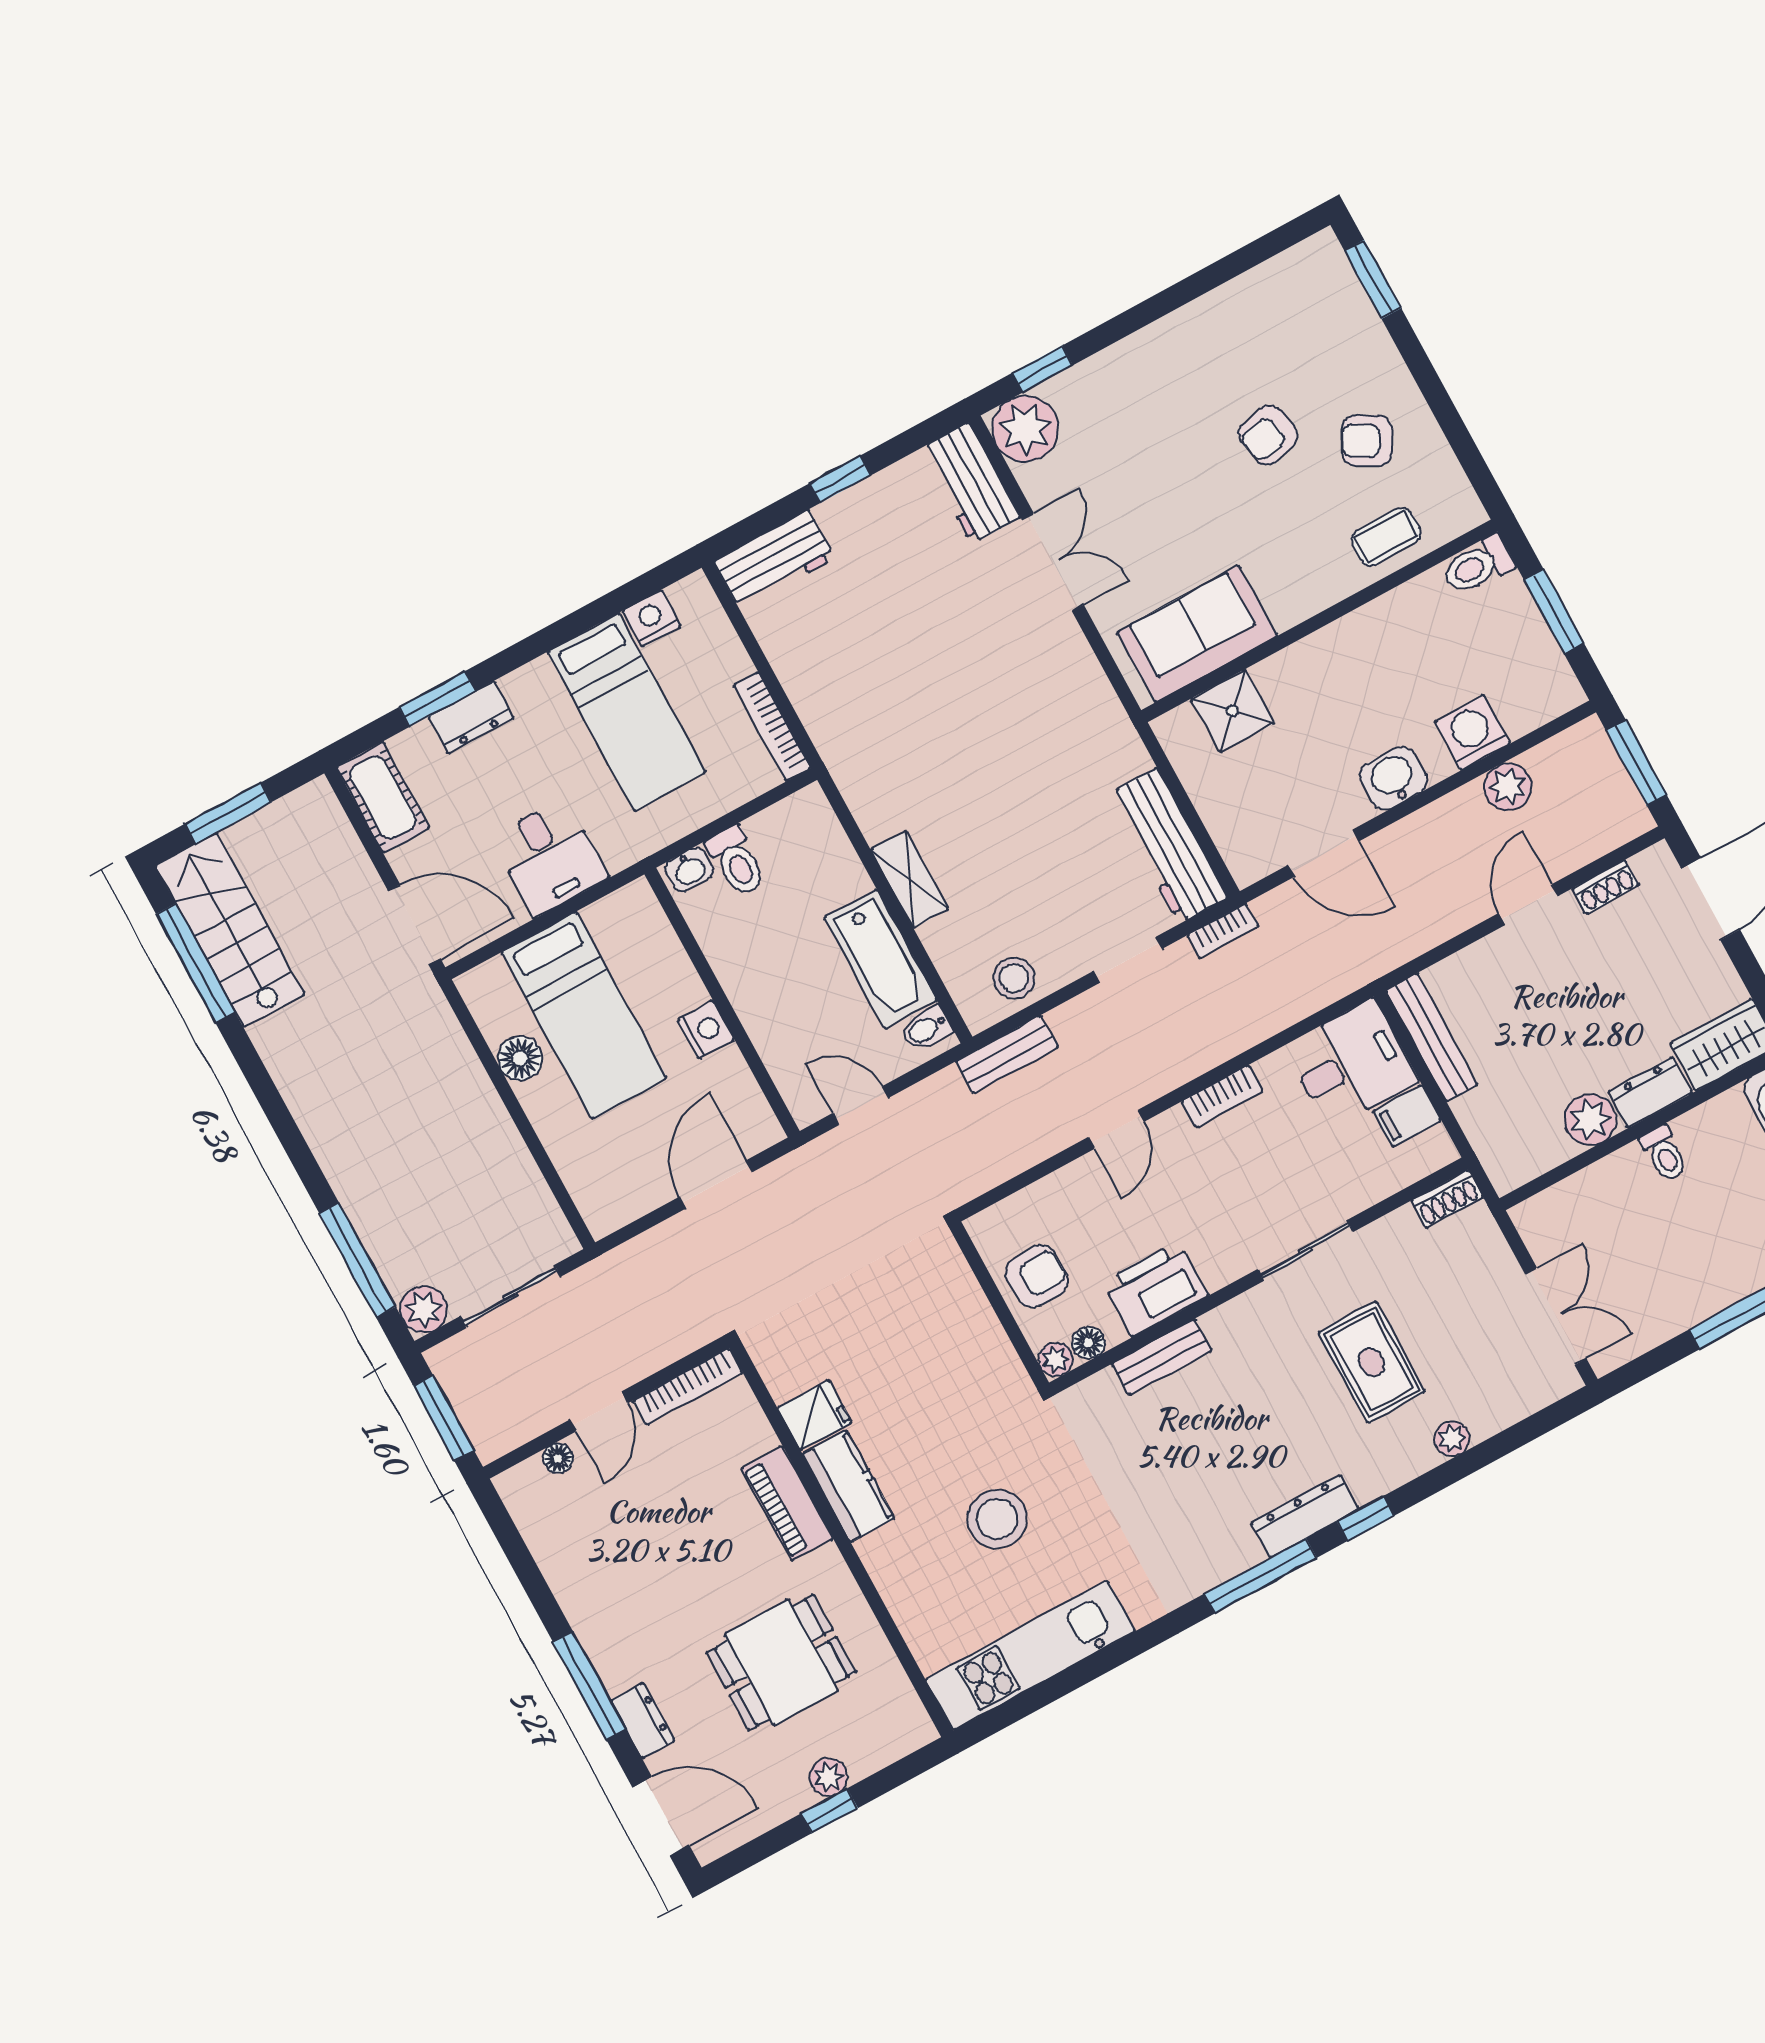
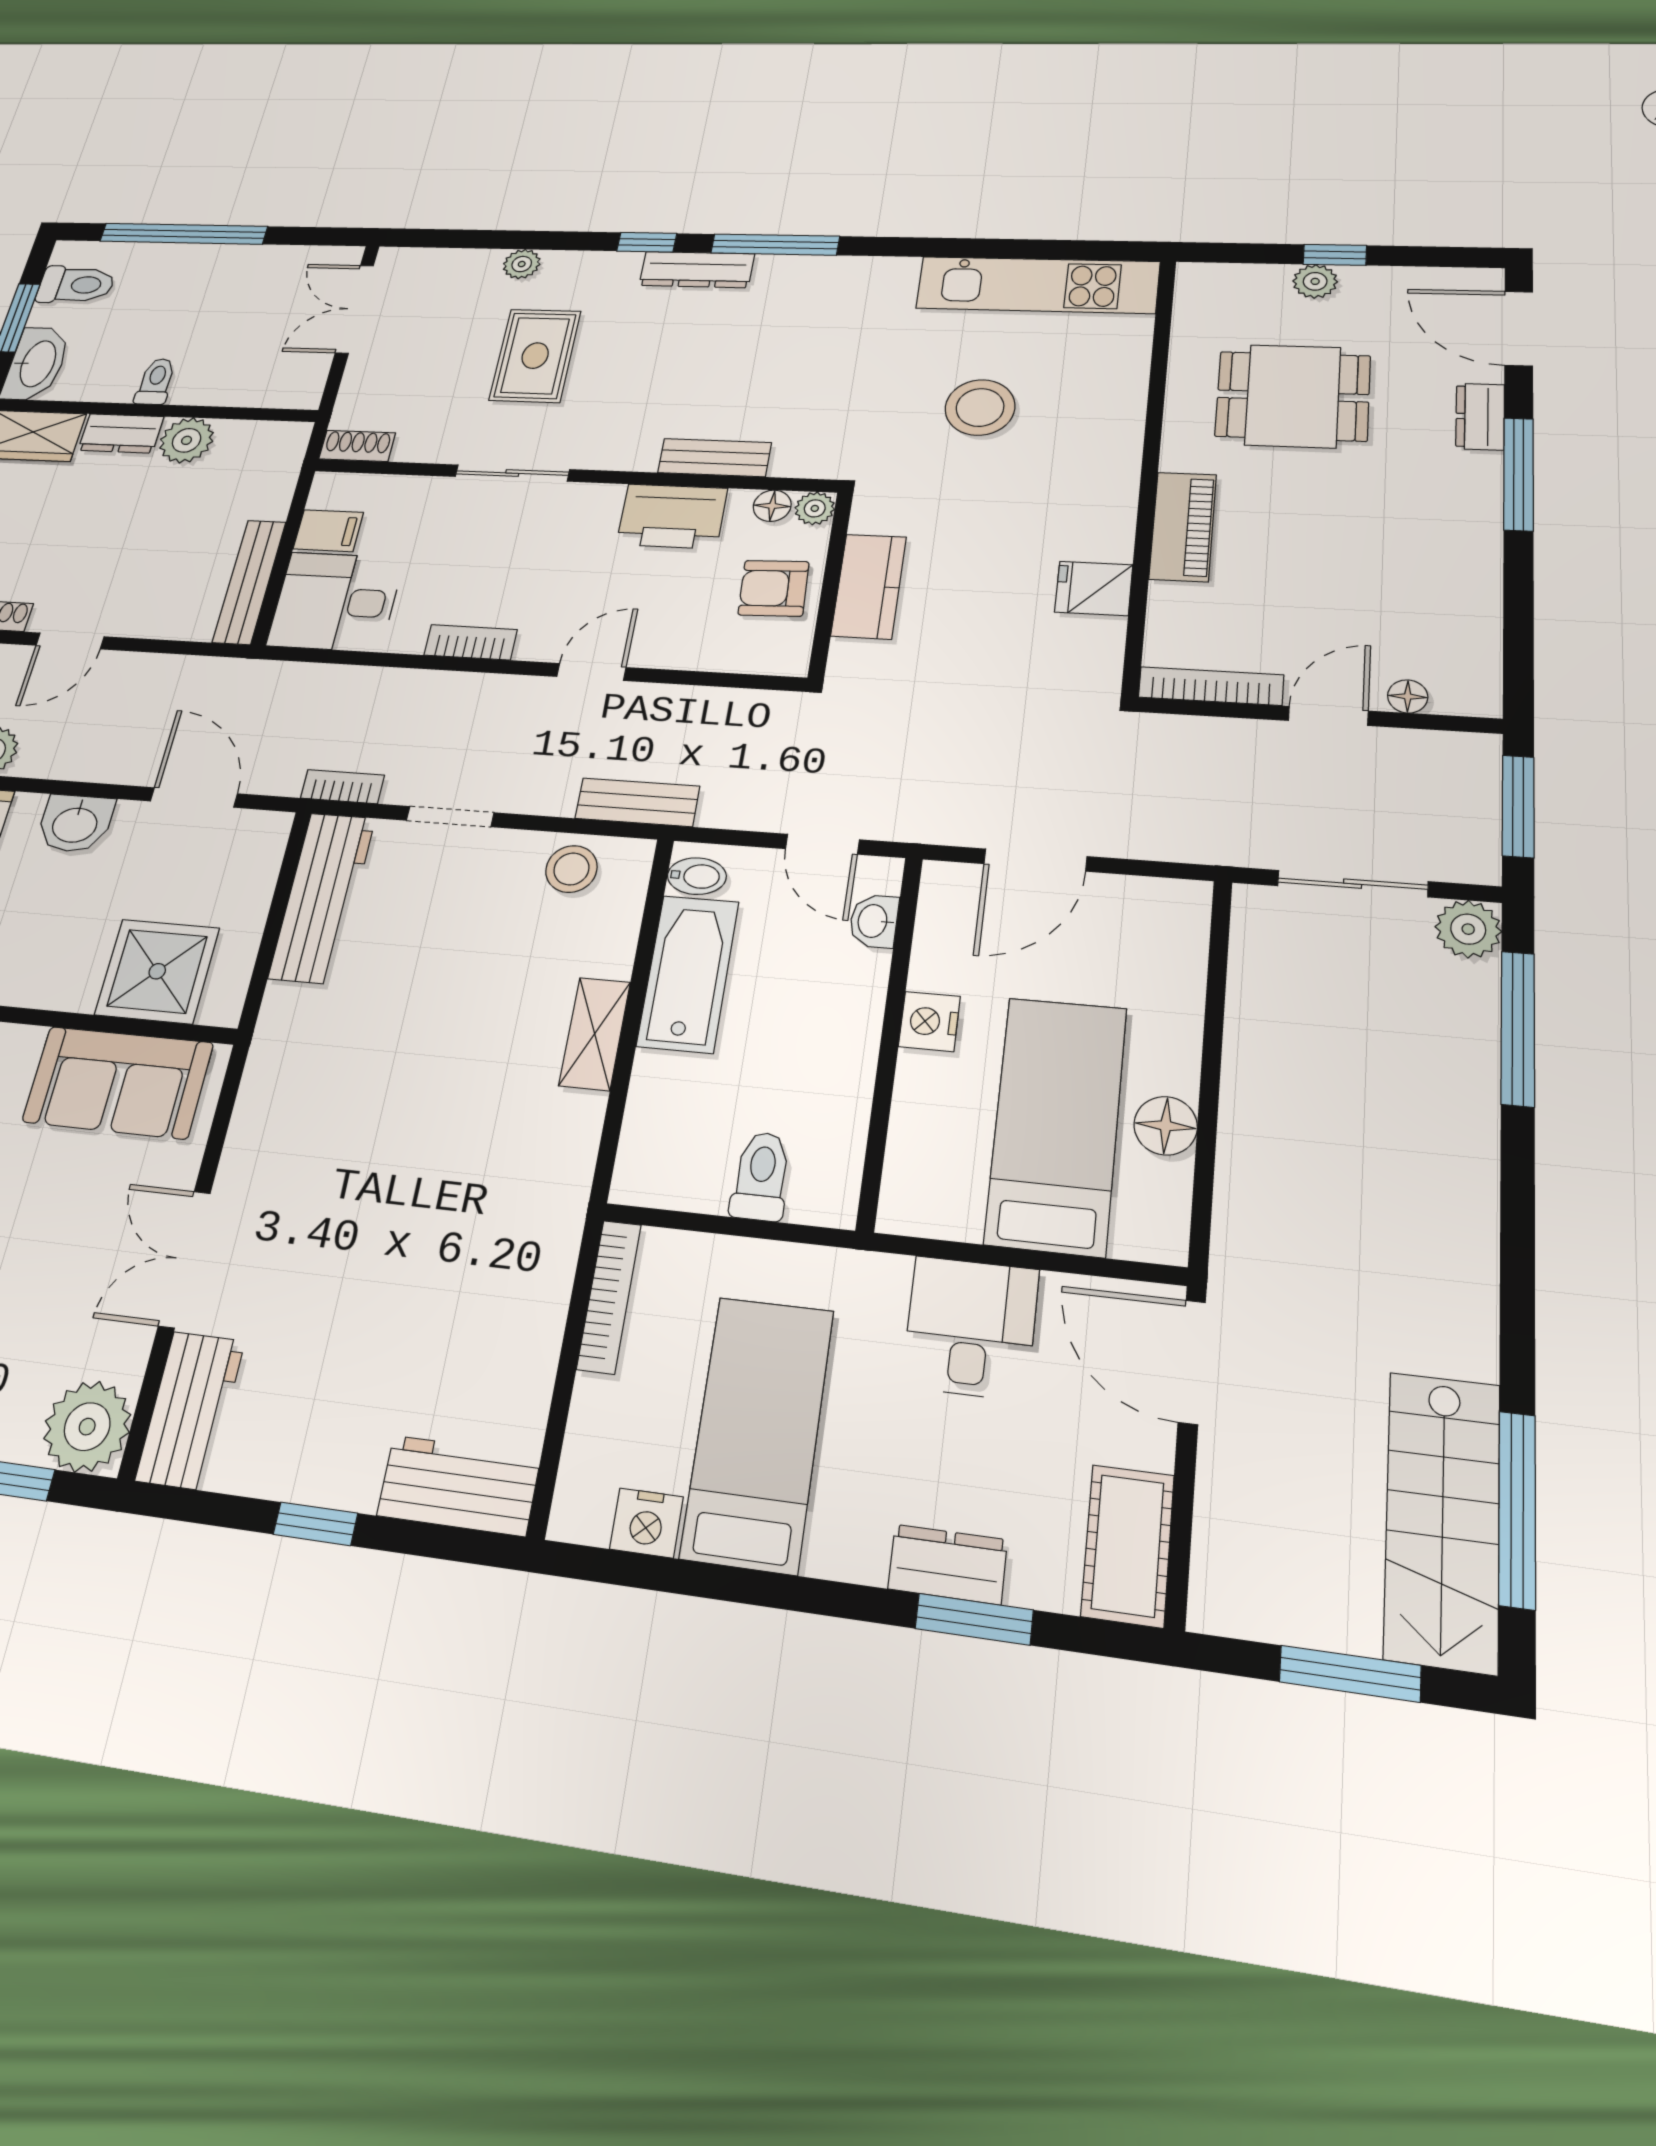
shower: (1232, 711) -> (157, 971), width x1.36, depth x1.36
washbasin: (689, 870) -> (874, 921), moved, turned -90
kitchen counter: (849, 1486) -> (869, 586), moved, turned 180

